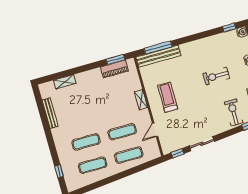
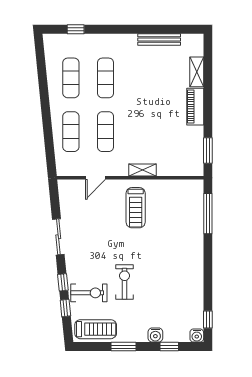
bench: (158, 56) -> (196, 211), removed
piano: (114, 69) -> (195, 107), moved
exercise bike: (216, 76) -> (125, 282), moved
treadmill: (168, 97) -> (136, 208), turned 90
door: (155, 130) -> (96, 178), swing flipped
window: (177, 153) -> (63, 282), moved

